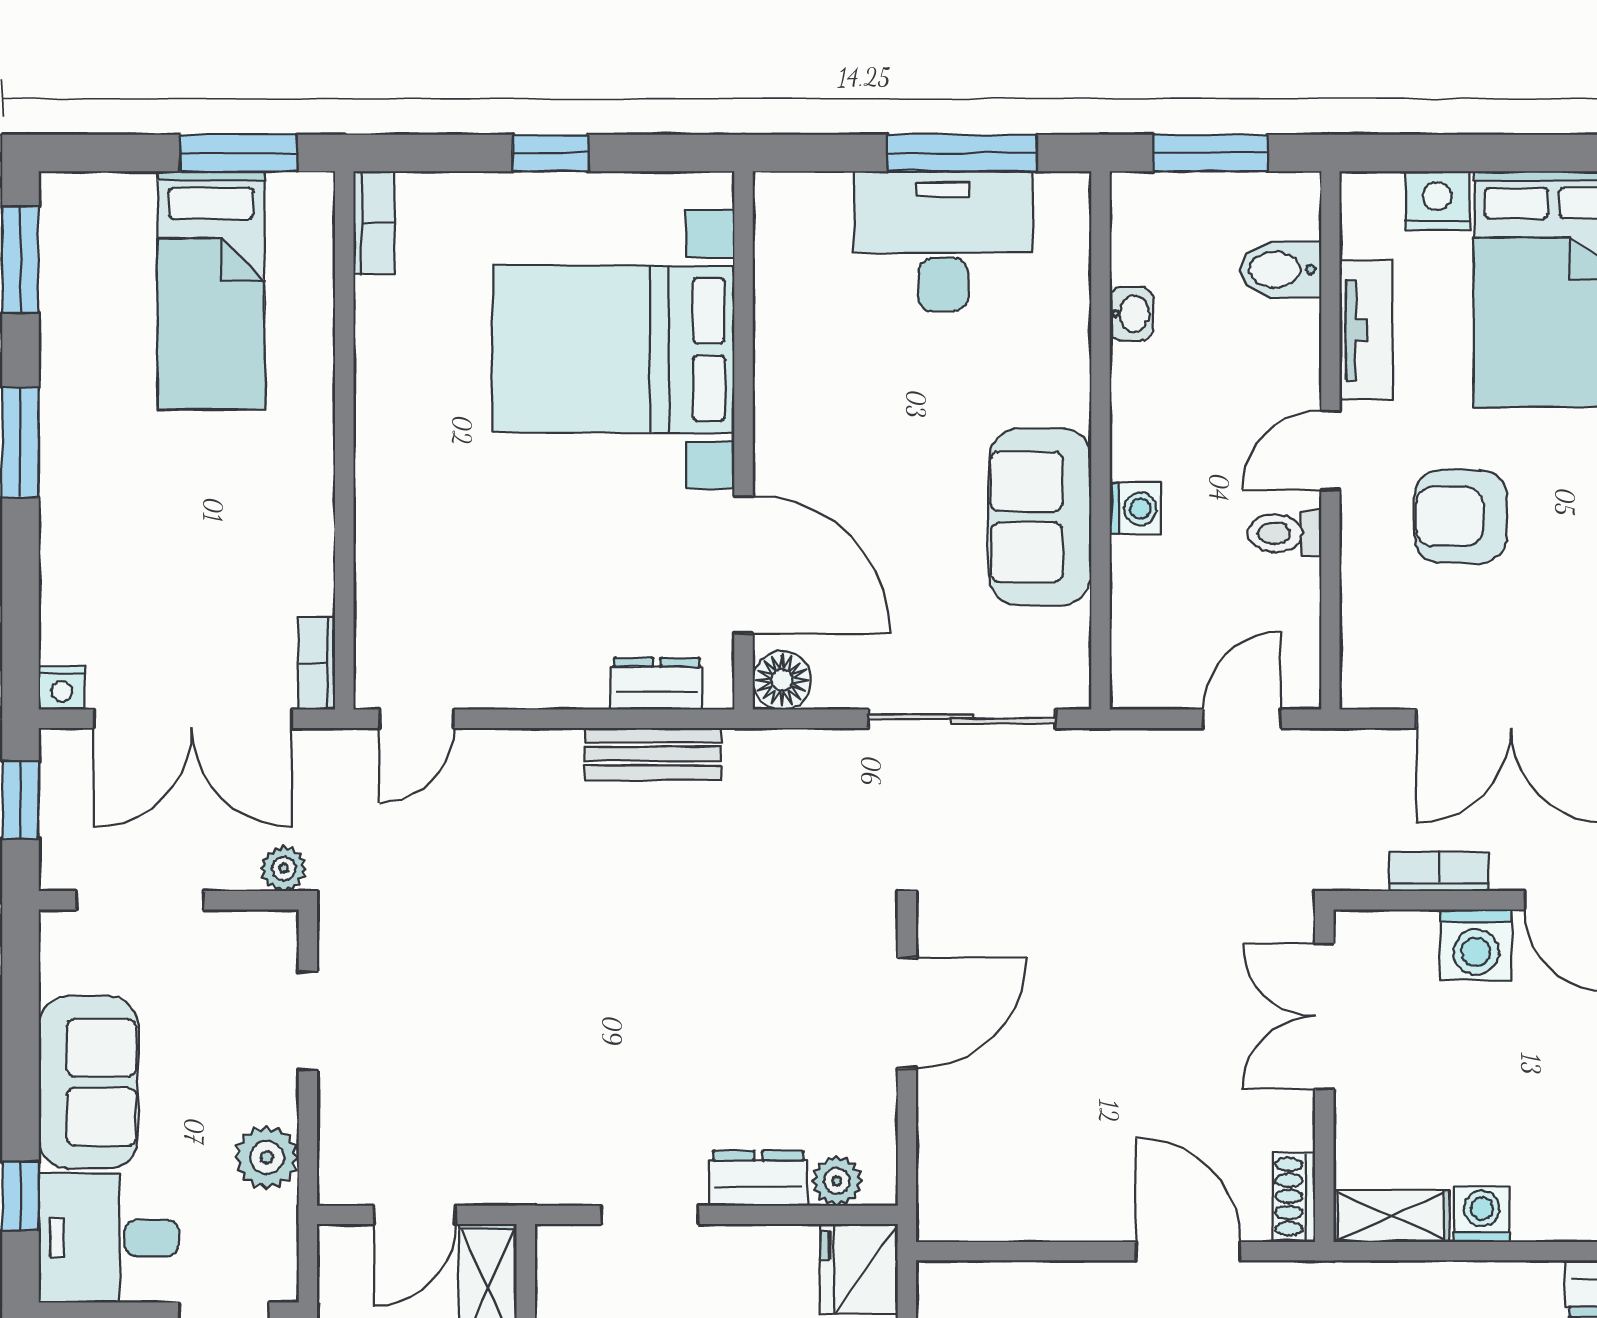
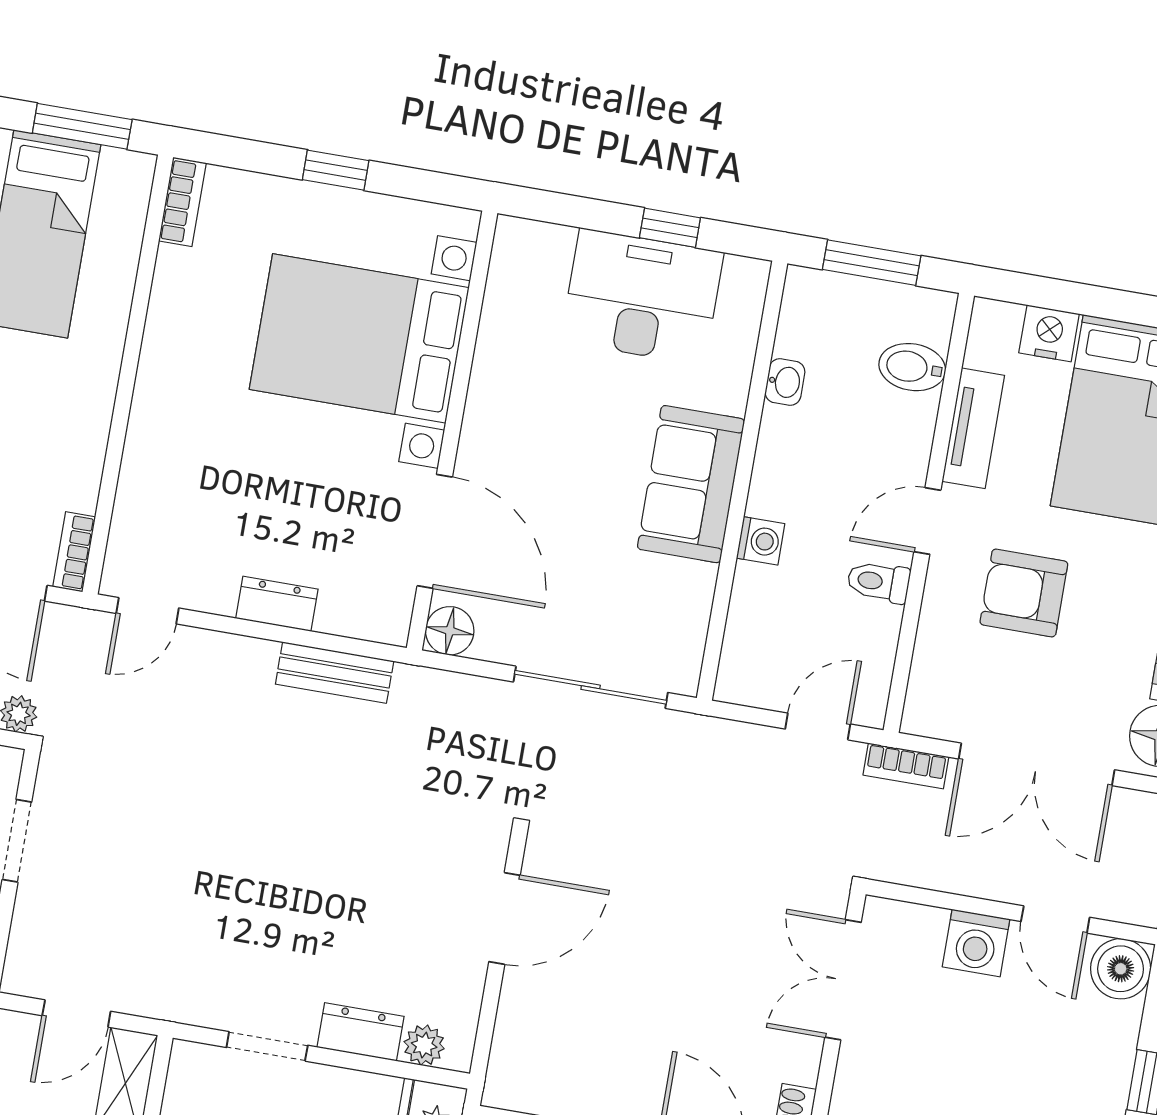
window: (962, 153) -> (670, 228), width x0.46
sofa: (1040, 517) -> (691, 484), moved
dresser: (657, 684) -> (277, 604), moved
bookcase: (1439, 871) -> (906, 766), moved, turned 180

